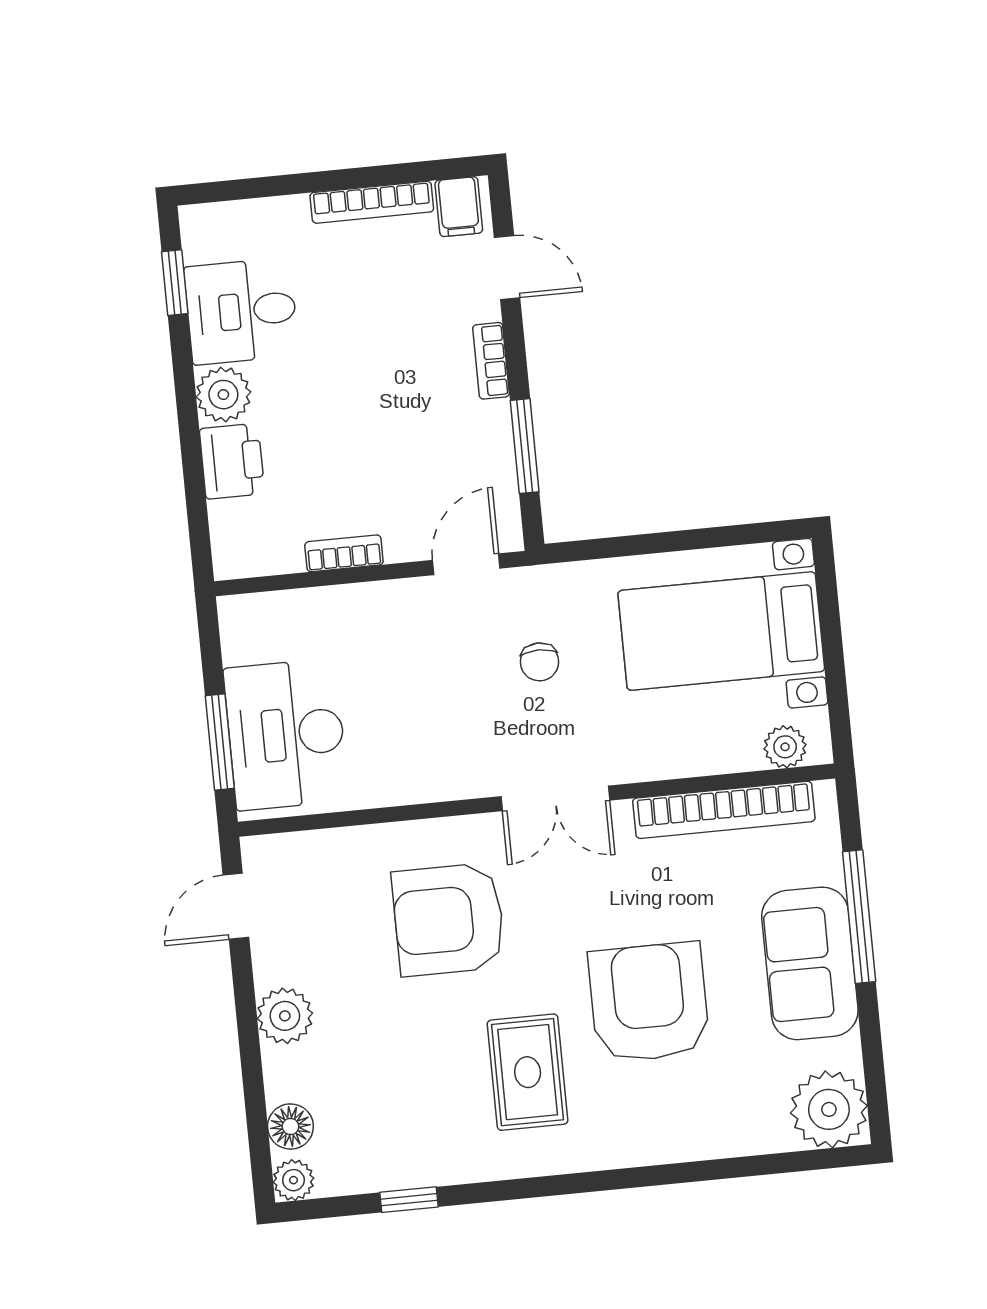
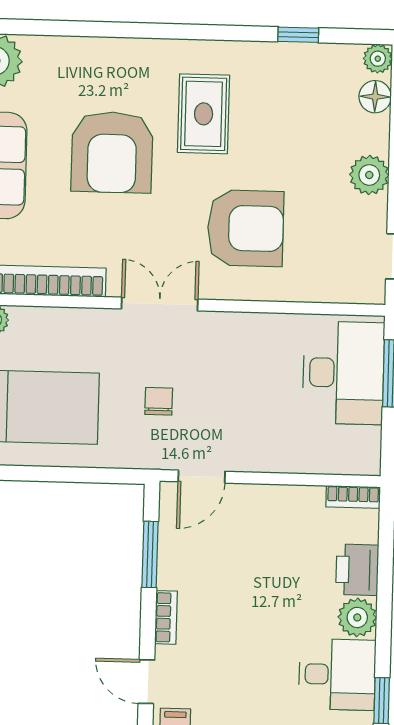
bookcase: (344, 553) -> (353, 497), moved

